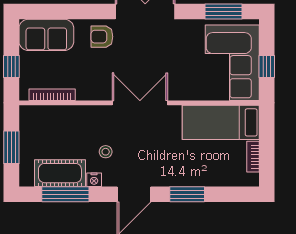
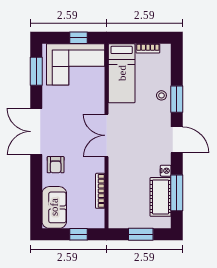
bookcase: (52, 95) -> (100, 191), moved
stool: (106, 152) -> (161, 95), moved

